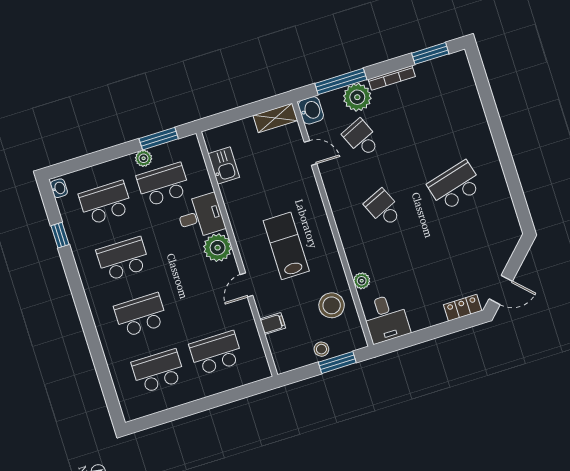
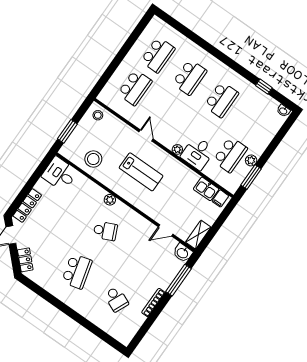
window: (430, 53) -> (143, 331), removed
plant: (357, 97) -> (164, 278), removed
school desk: (362, 138) -> (116, 299), moved, turned 48
school desk: (105, 203) -> (253, 122), removed
locker: (506, 247) -> (25, 260), added
plant: (218, 248) -> (177, 149), width x0.53, depth x0.53
plant: (362, 281) -> (110, 200), moved
locker: (463, 308) -> (27, 205), width x1.53
filing cabinet: (273, 324) -> (220, 198), moved
stool: (321, 349) -> (98, 115), moved

